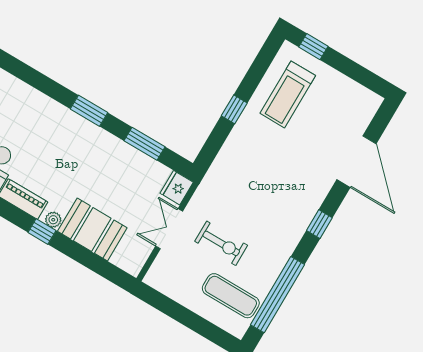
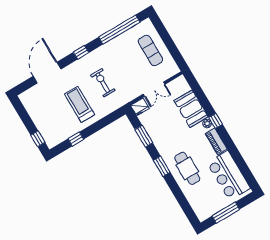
treadmill: (288, 94) -> (79, 104), moved, turned -90
window: (234, 109) -> (76, 139), moved
cafe table: (46, 130) -> (187, 168), added
exercise bike: (221, 243) -> (103, 83), moved
exercise mat: (231, 296) -> (150, 50), moved

